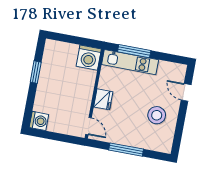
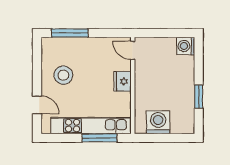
washing machine: (89, 58) -> (158, 122), moved
kitchen unit: (130, 62) -> (91, 126), width x1.36
window: (126, 150) -> (70, 33), moved

